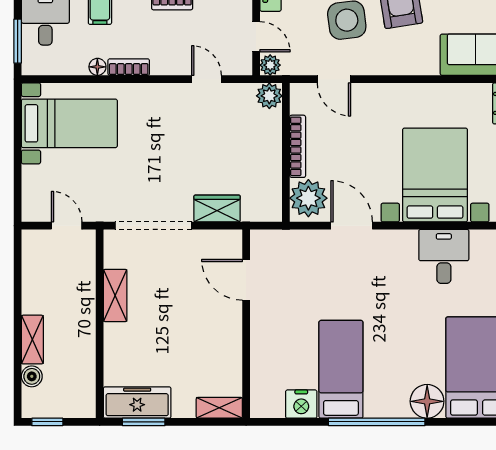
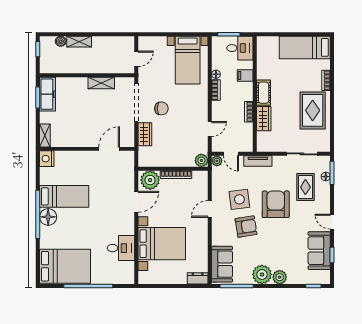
door: (256, 37) -> (231, 154), hinge flipped
door: (334, 79) -> (210, 209), moved
chair: (166, 176) -> (161, 108), added
floor lamp: (427, 401) -> (48, 217), moved
nightstand: (301, 404) -> (47, 159), moved

